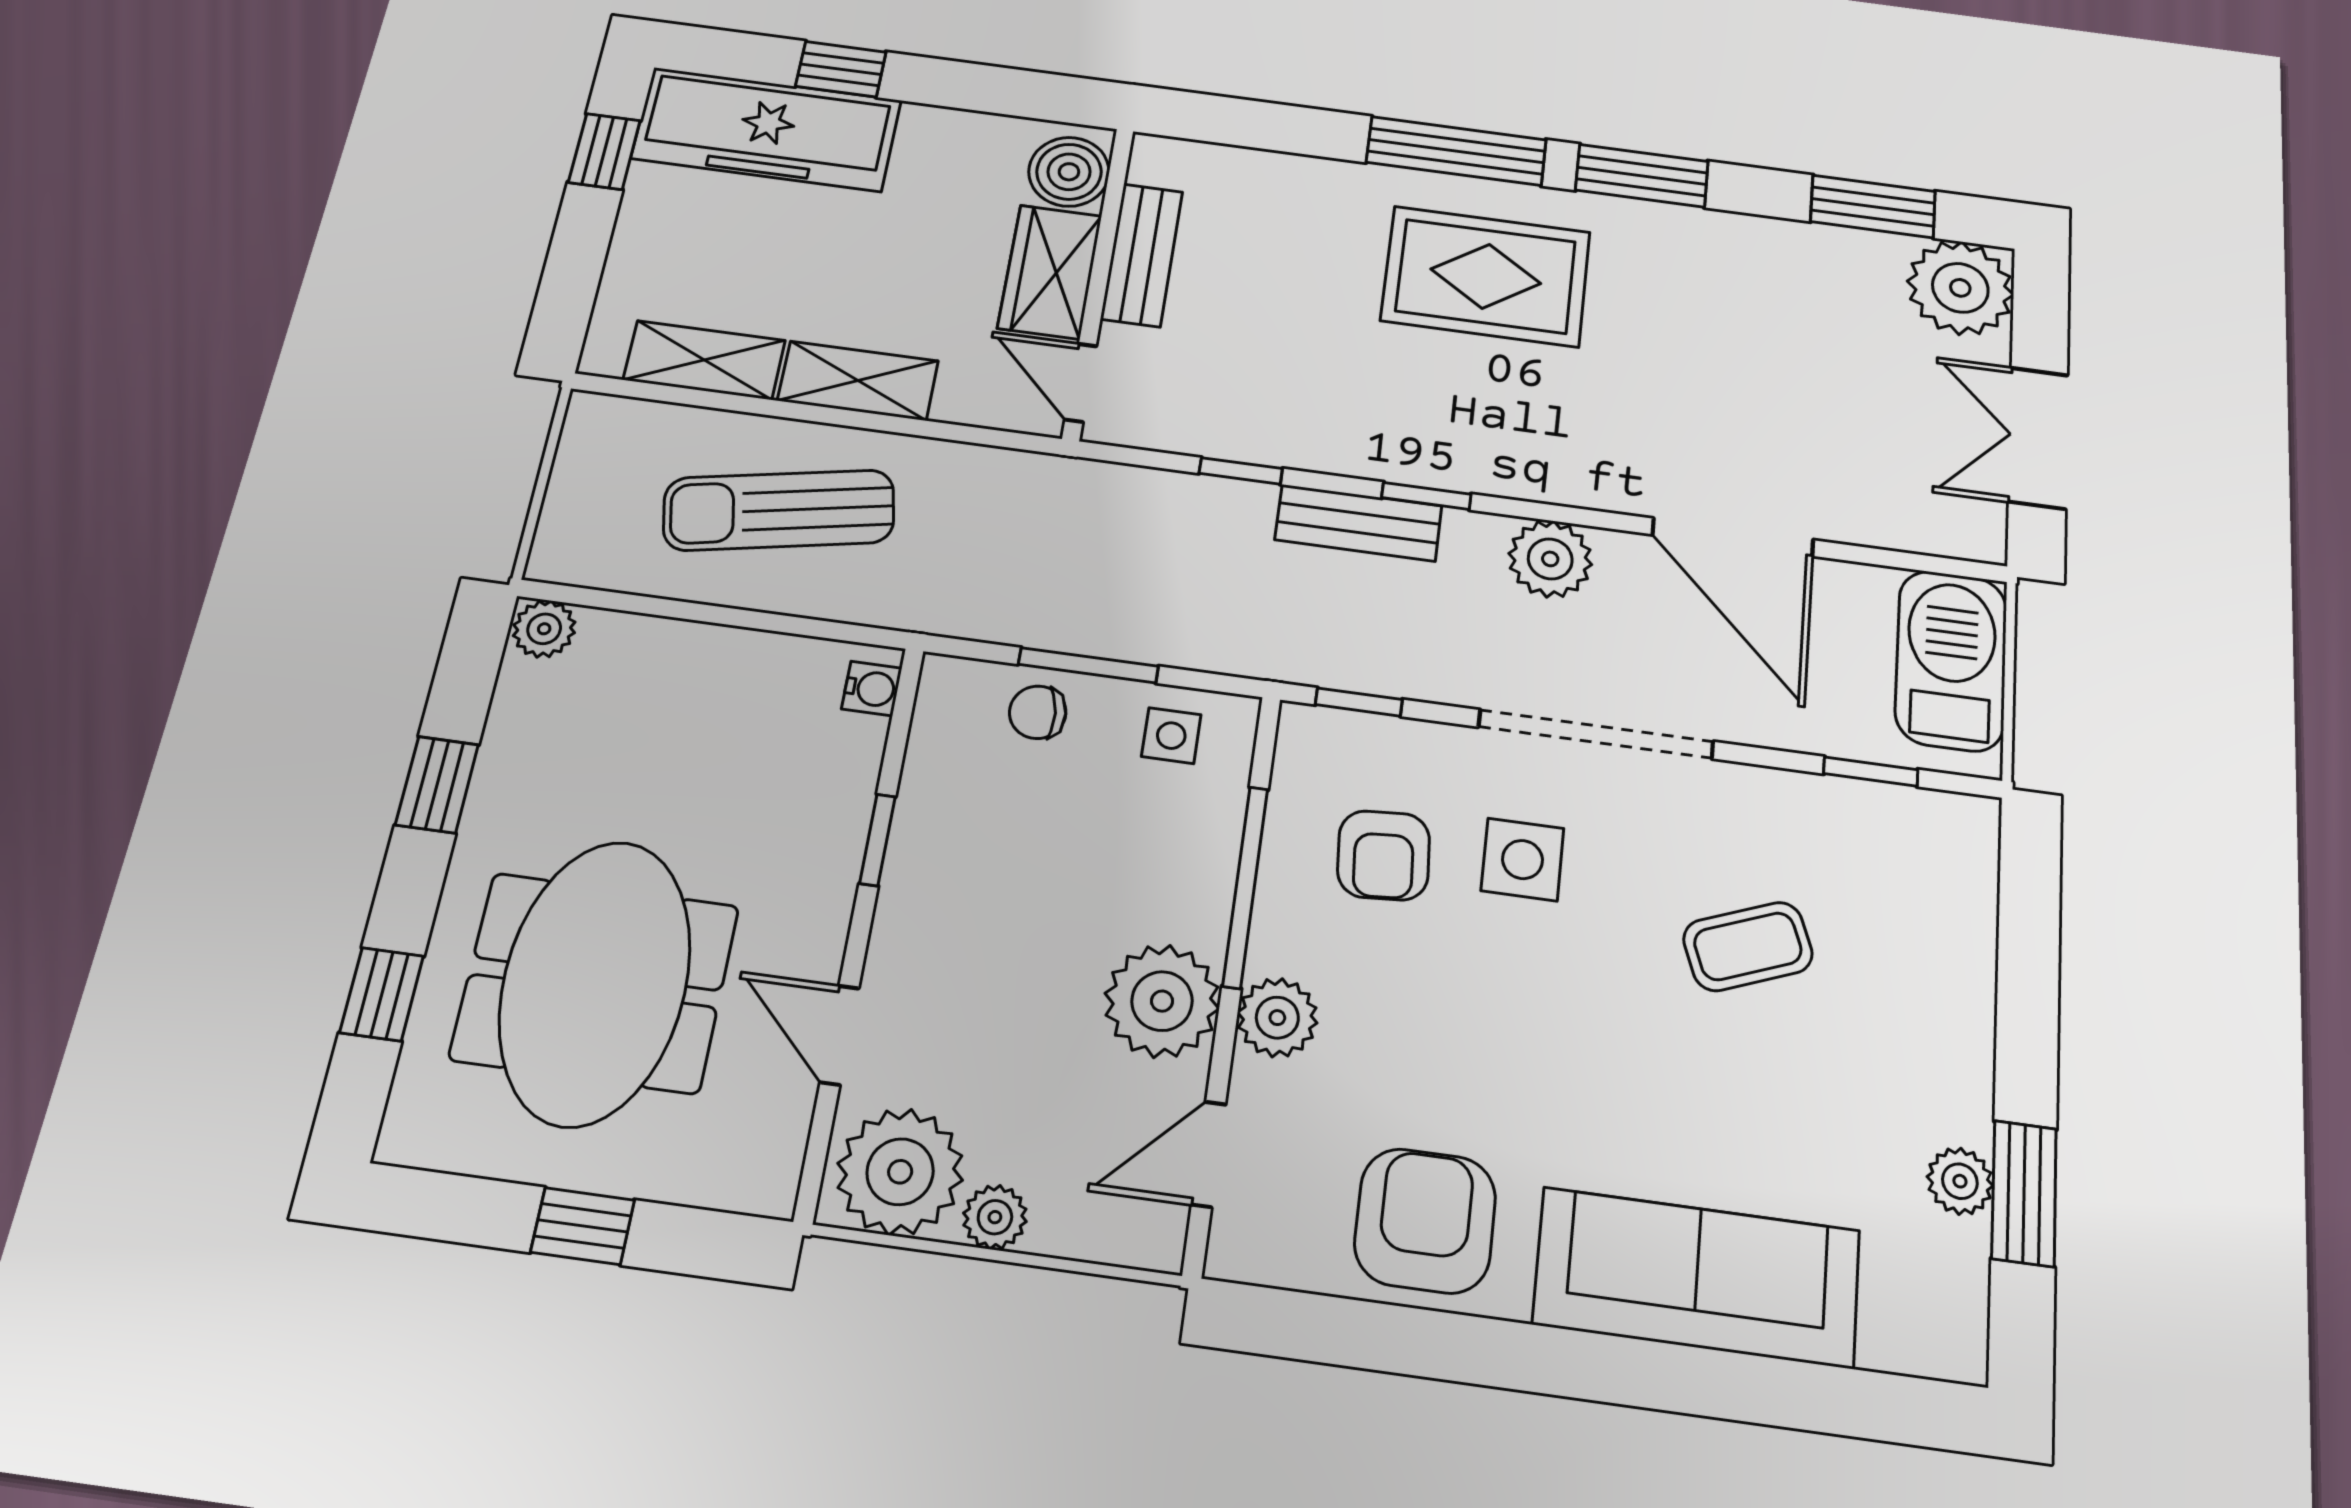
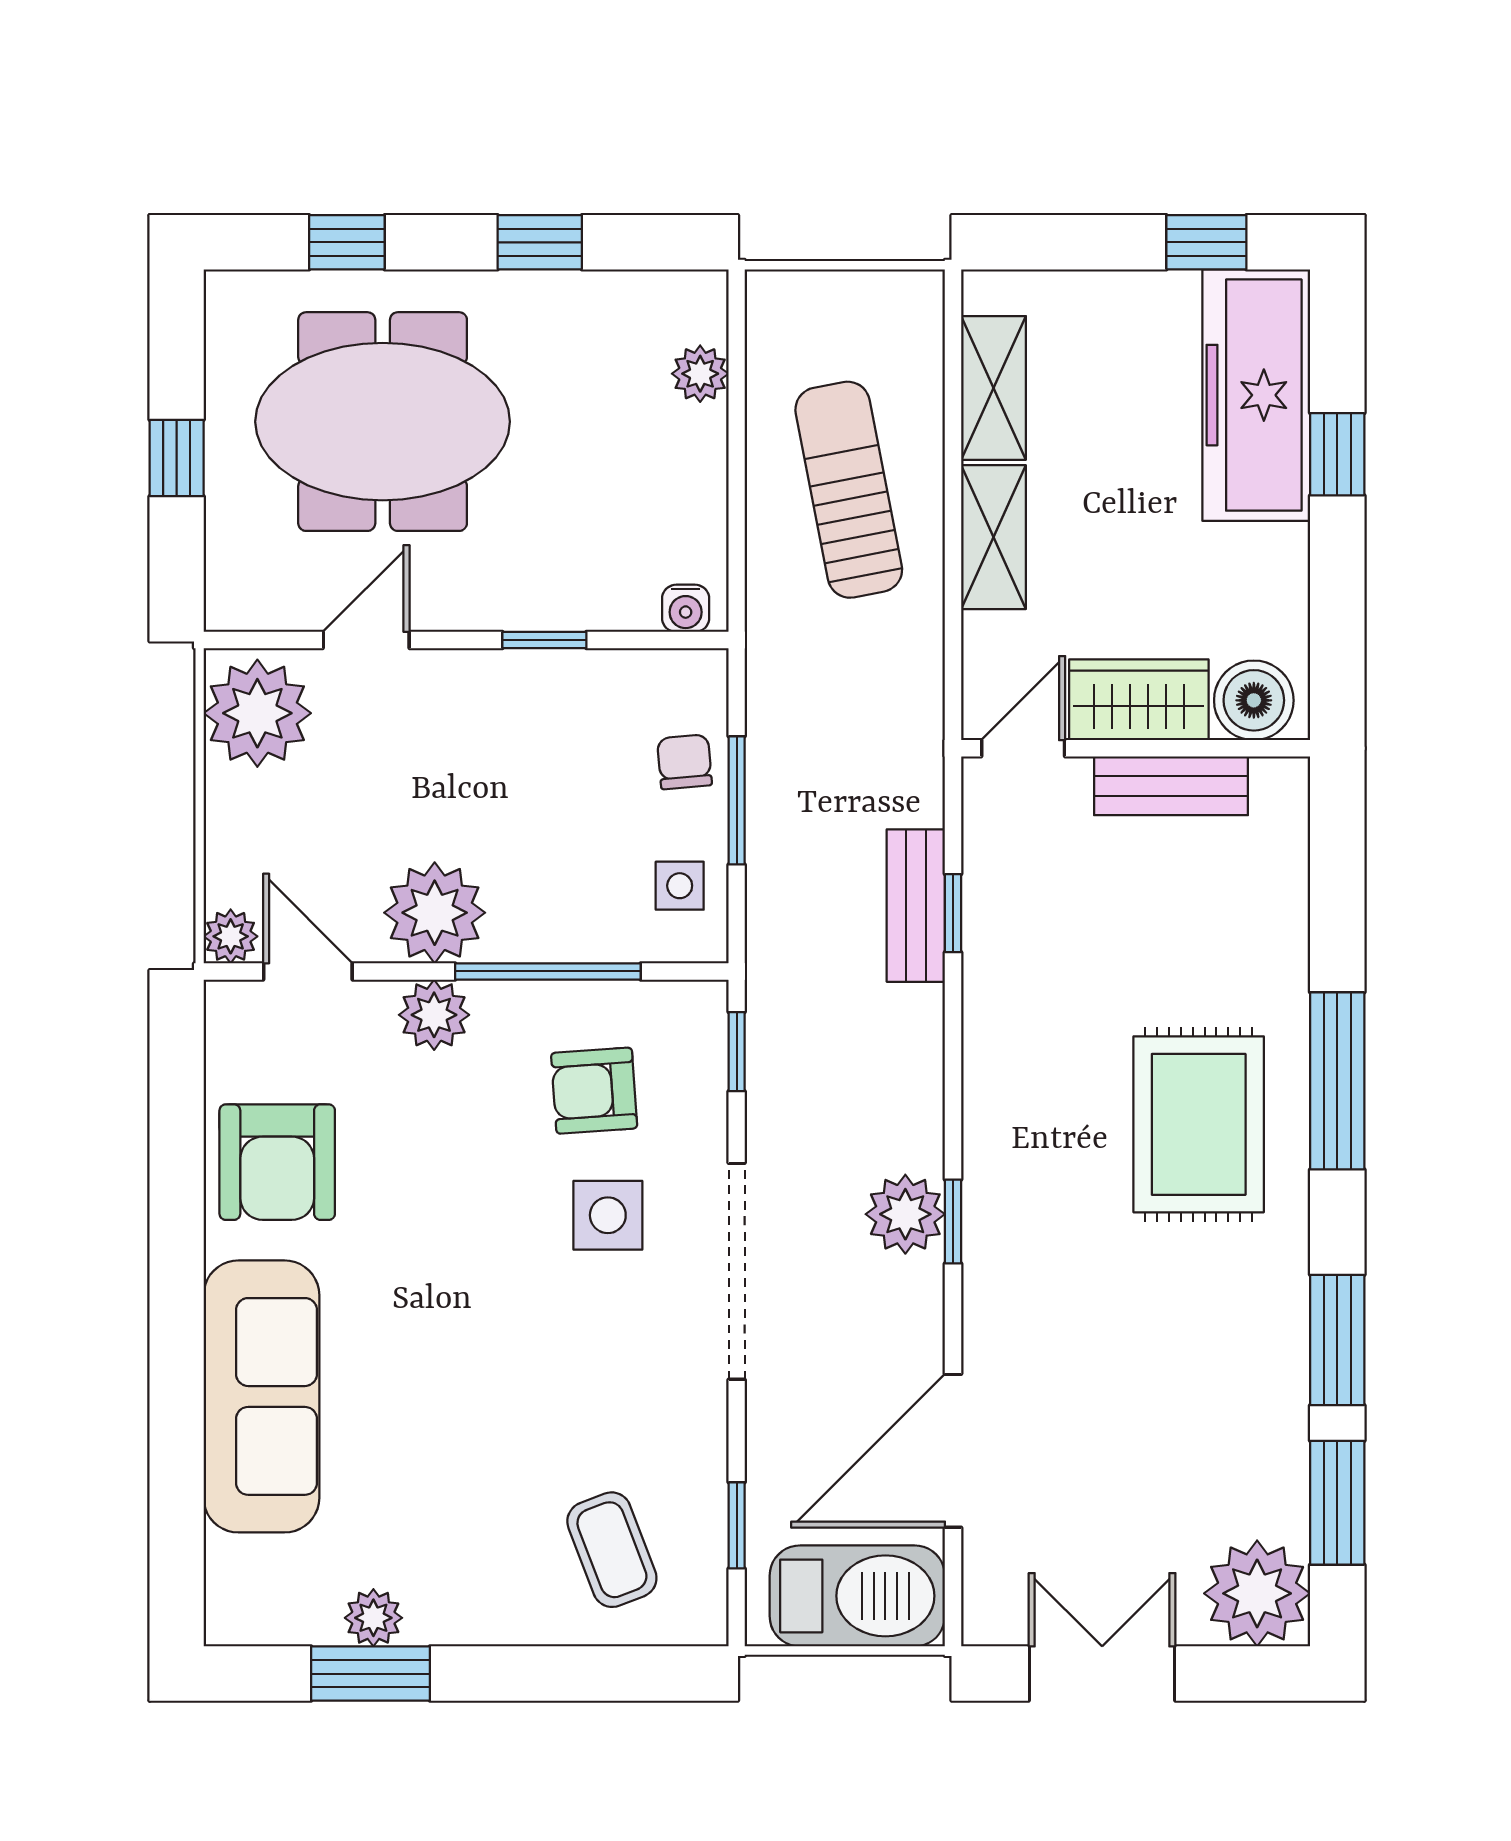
window: (1642, 176) -> (1337, 1340), moved
window: (1426, 496) -> (953, 1221), moved
bench: (1358, 523) -> (916, 906), moved
door: (1733, 537) -> (953, 1451), moved
plant: (544, 629) -> (700, 374), moved
coffee table: (1748, 946) -> (612, 1550), moved
plant: (995, 1217) -> (231, 936), moved
armchair: (1425, 1221) -> (277, 1162), turned 90

